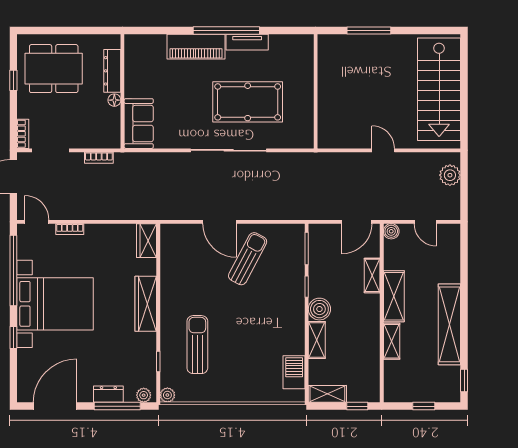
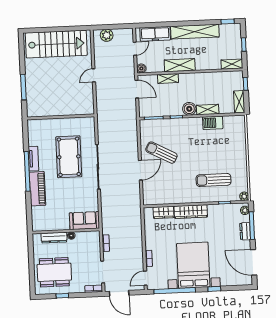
dining table: (54, 69) -> (54, 272), turned 90
wardrobe: (147, 241) -> (164, 212), moved
freezer: (449, 257) -> (155, 34), added
shelving: (392, 341) -> (232, 64), moved
barbecue: (294, 372) -> (213, 123), moved

